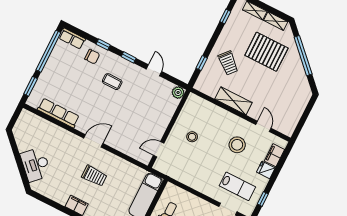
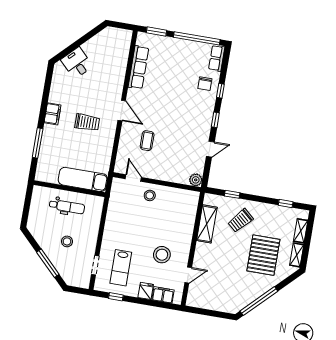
window: (303, 56) -> (259, 301), moved
coffee table: (112, 82) -> (147, 141), moved
shelving: (233, 101) -> (207, 224), moved
stool: (192, 137) -> (150, 195), moved
desk: (36, 165) -> (77, 63), width x0.73
trolley: (94, 176) -> (87, 122), turned -90

